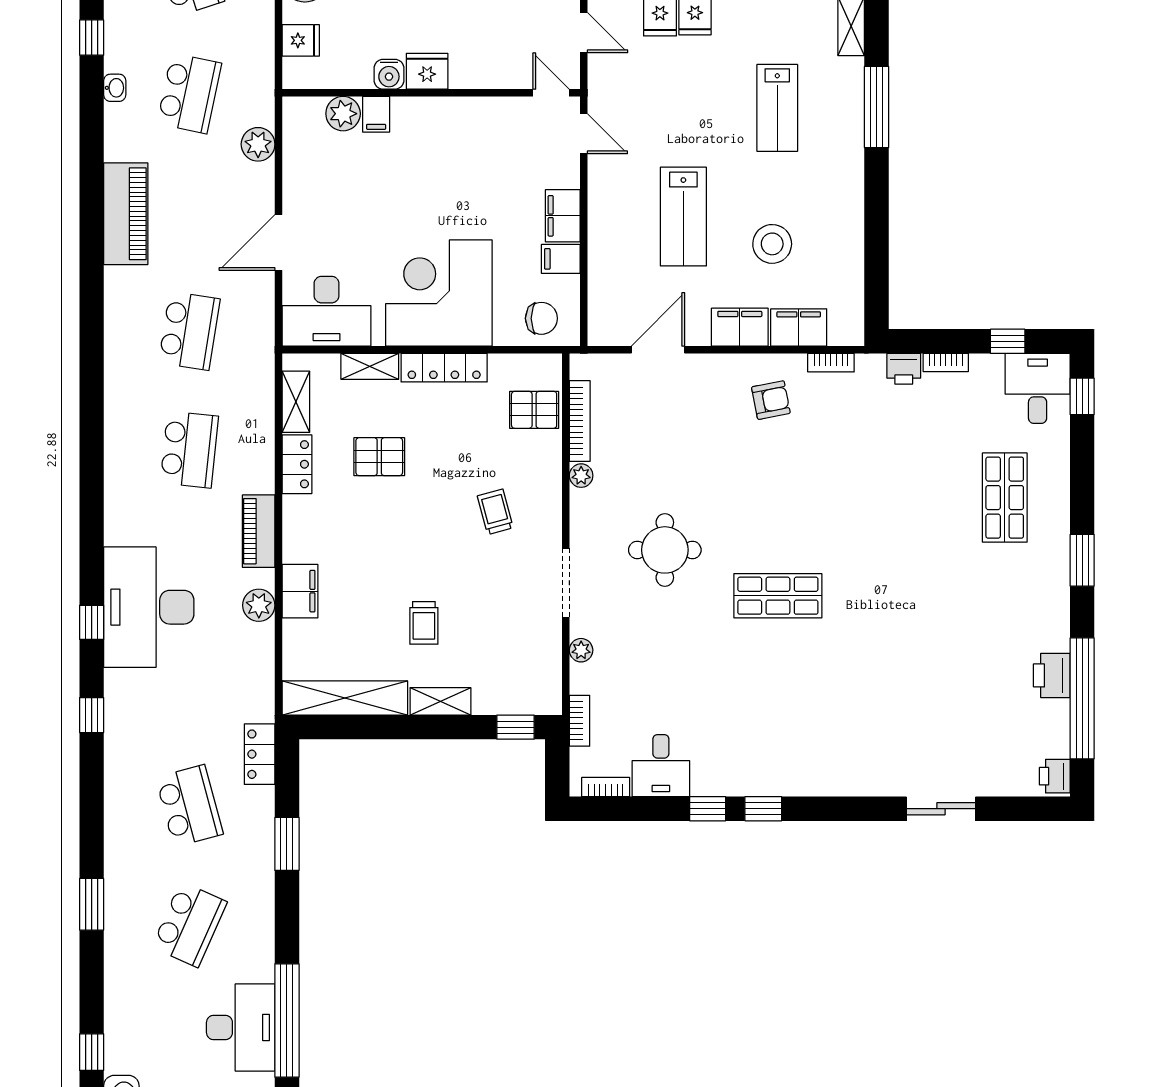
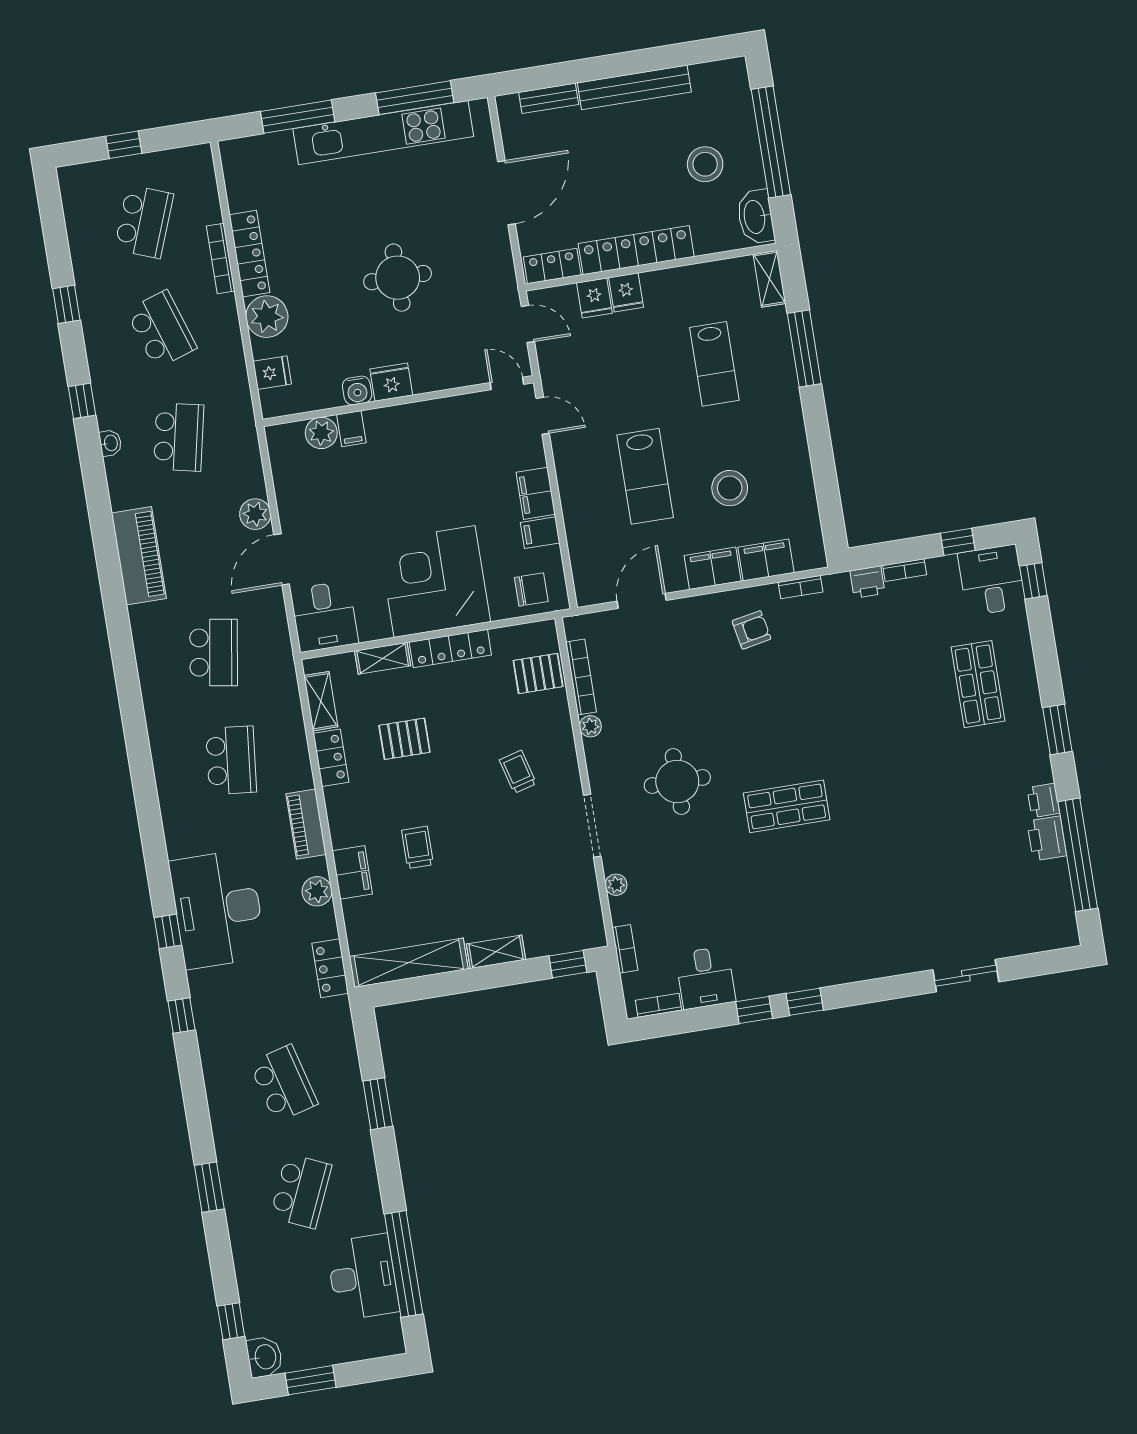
plant: (258, 144) -> (255, 514), moved
desk: (327, 311) -> (324, 616), width x0.73
trolley: (424, 623) -> (417, 847), moved, turned 180
locker: (260, 754) -> (330, 968), moved
printer: (1055, 776) -> (1043, 800), moved

